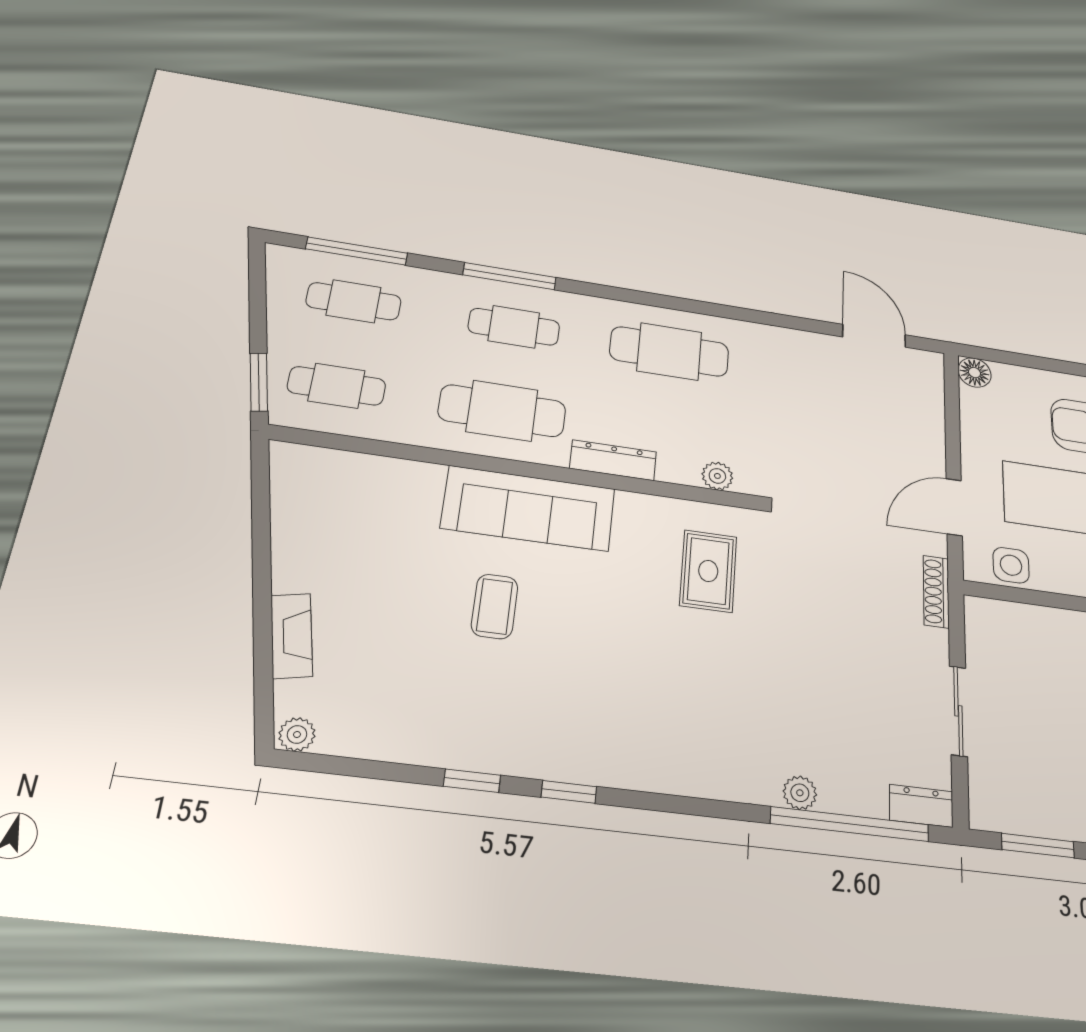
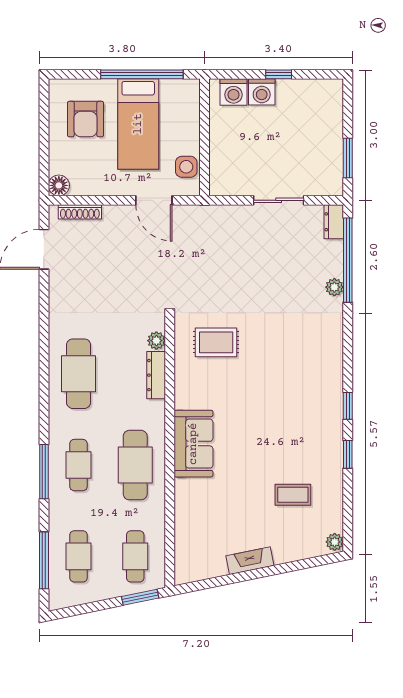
dresser: (613, 460) -> (156, 375), moved
sofa: (529, 508) -> (193, 444), width x0.73
shoe rack: (936, 592) -> (80, 212), moved
coffee table: (495, 606) -> (293, 495), moved
fireplace: (292, 636) -> (250, 561), moved

